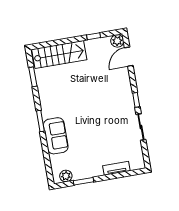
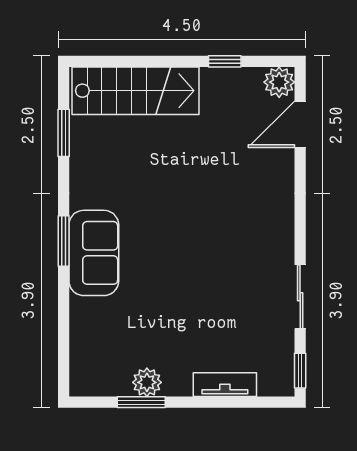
window: (136, 100) -> (300, 371), moved
sofa: (56, 136) -> (94, 253), moved
plant: (66, 176) -> (147, 382), moved

